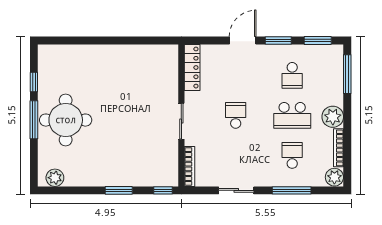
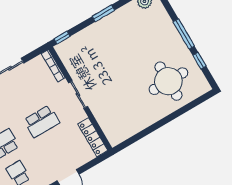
school desk: (236, 115) -> (42, 121), width x1.85
round table: (66, 120) -> (168, 81), moved
window: (119, 190) -> (103, 13), moved

